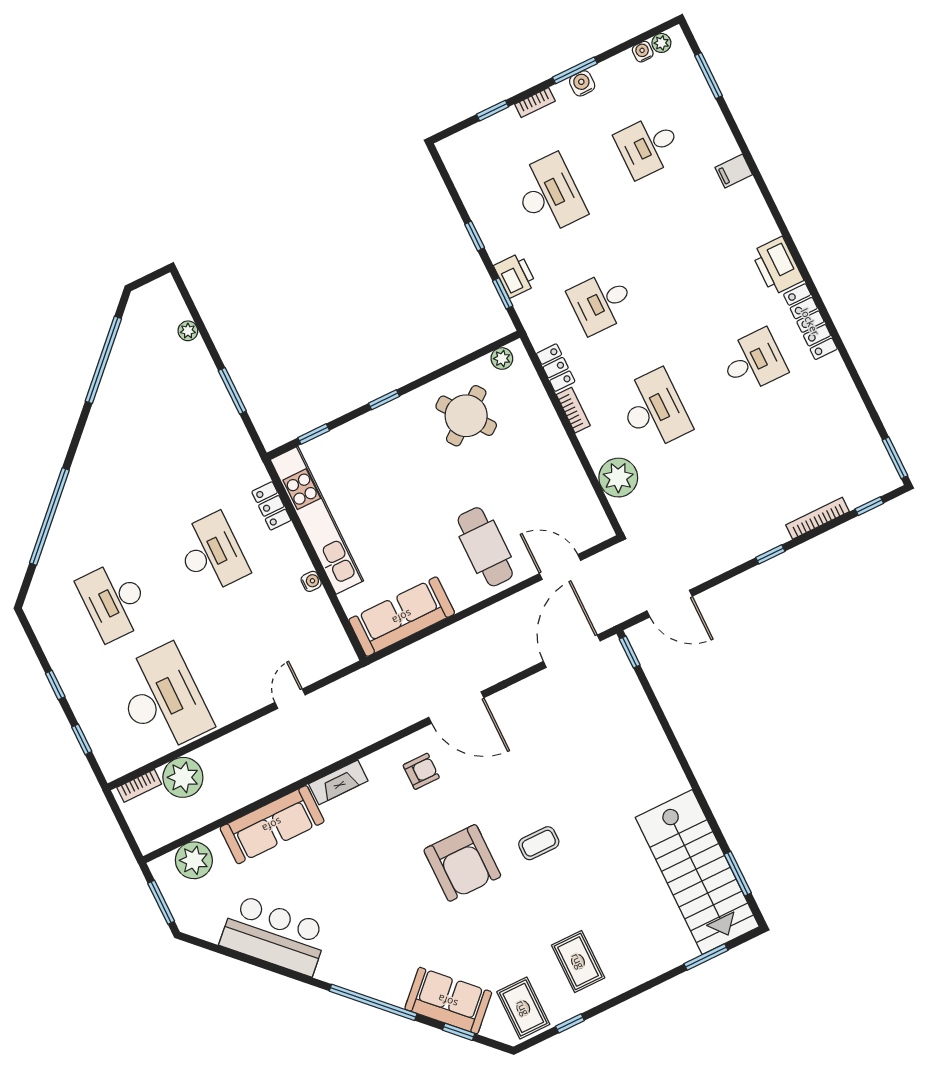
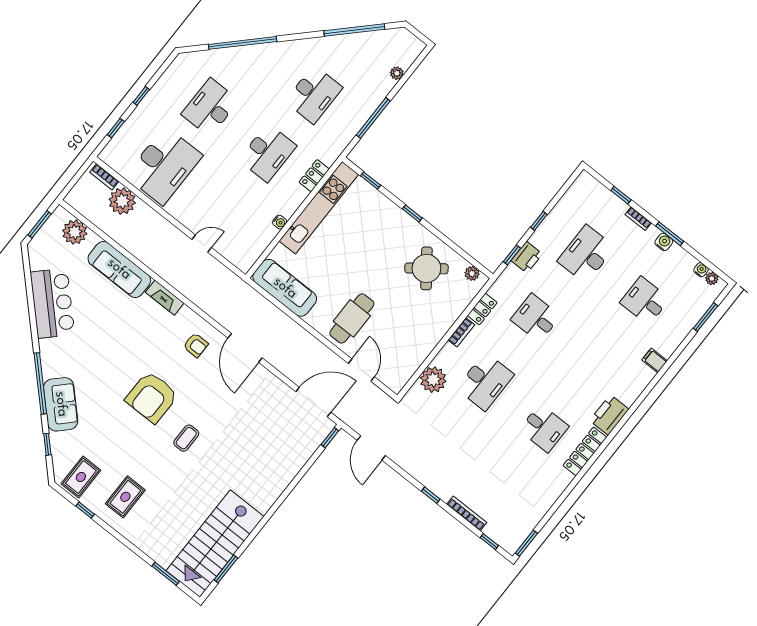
desk: (549, 194) -> (586, 254), turned 180
window: (232, 391) -> (373, 118), width x1.44
desk: (163, 455) -> (314, 95), added
coffee table: (539, 843) -> (186, 438), turned 90
sofa: (448, 1001) -> (61, 404), moved

